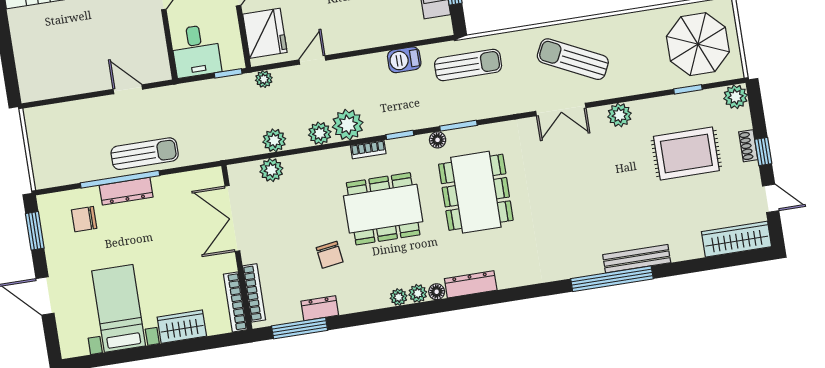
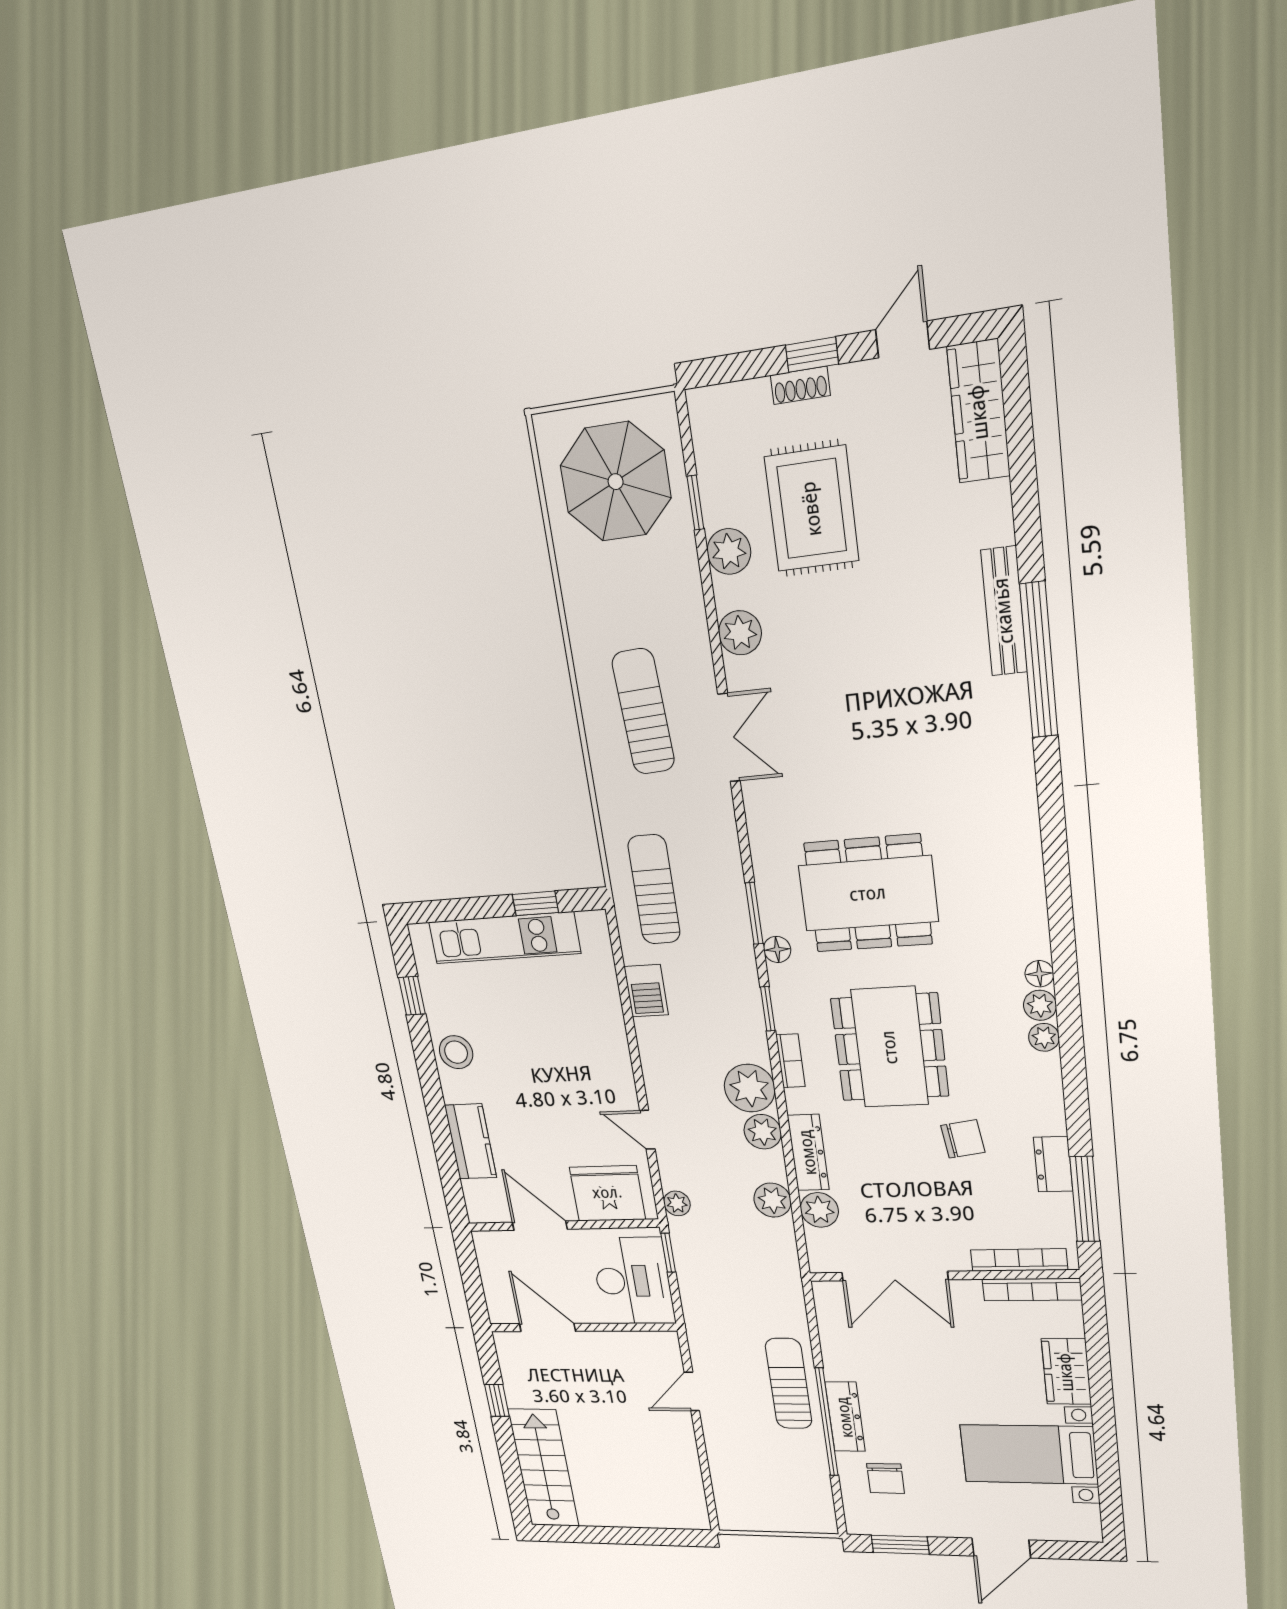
desk: (196, 51) -> (633, 1281), width x1.37
sun lounger: (573, 59) -> (643, 712), turned 151
plant: (736, 97) -> (729, 551), moved
dresser: (471, 284) -> (808, 1152), moved, turned 180

